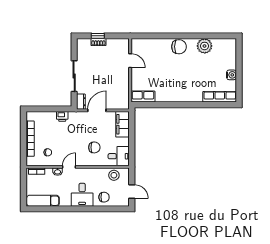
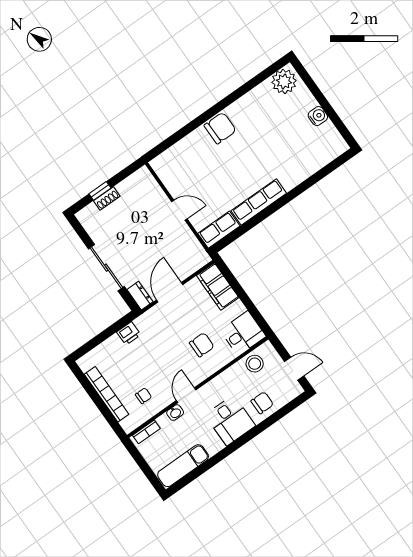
plant: (205, 46) -> (284, 81), moved
door: (130, 61) -> (179, 210), moved
row of seats: (220, 97) -> (259, 202), moved

